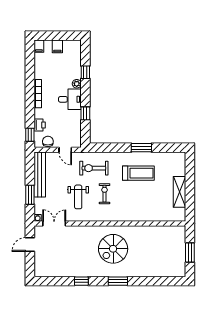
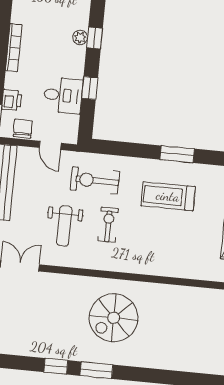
window: (85, 72) -> (95, 38), moved
desk: (70, 99) -> (63, 95), moved
treadmill: (138, 173) -> (168, 196), turned 180
window: (118, 281) -> (96, 370), moved

